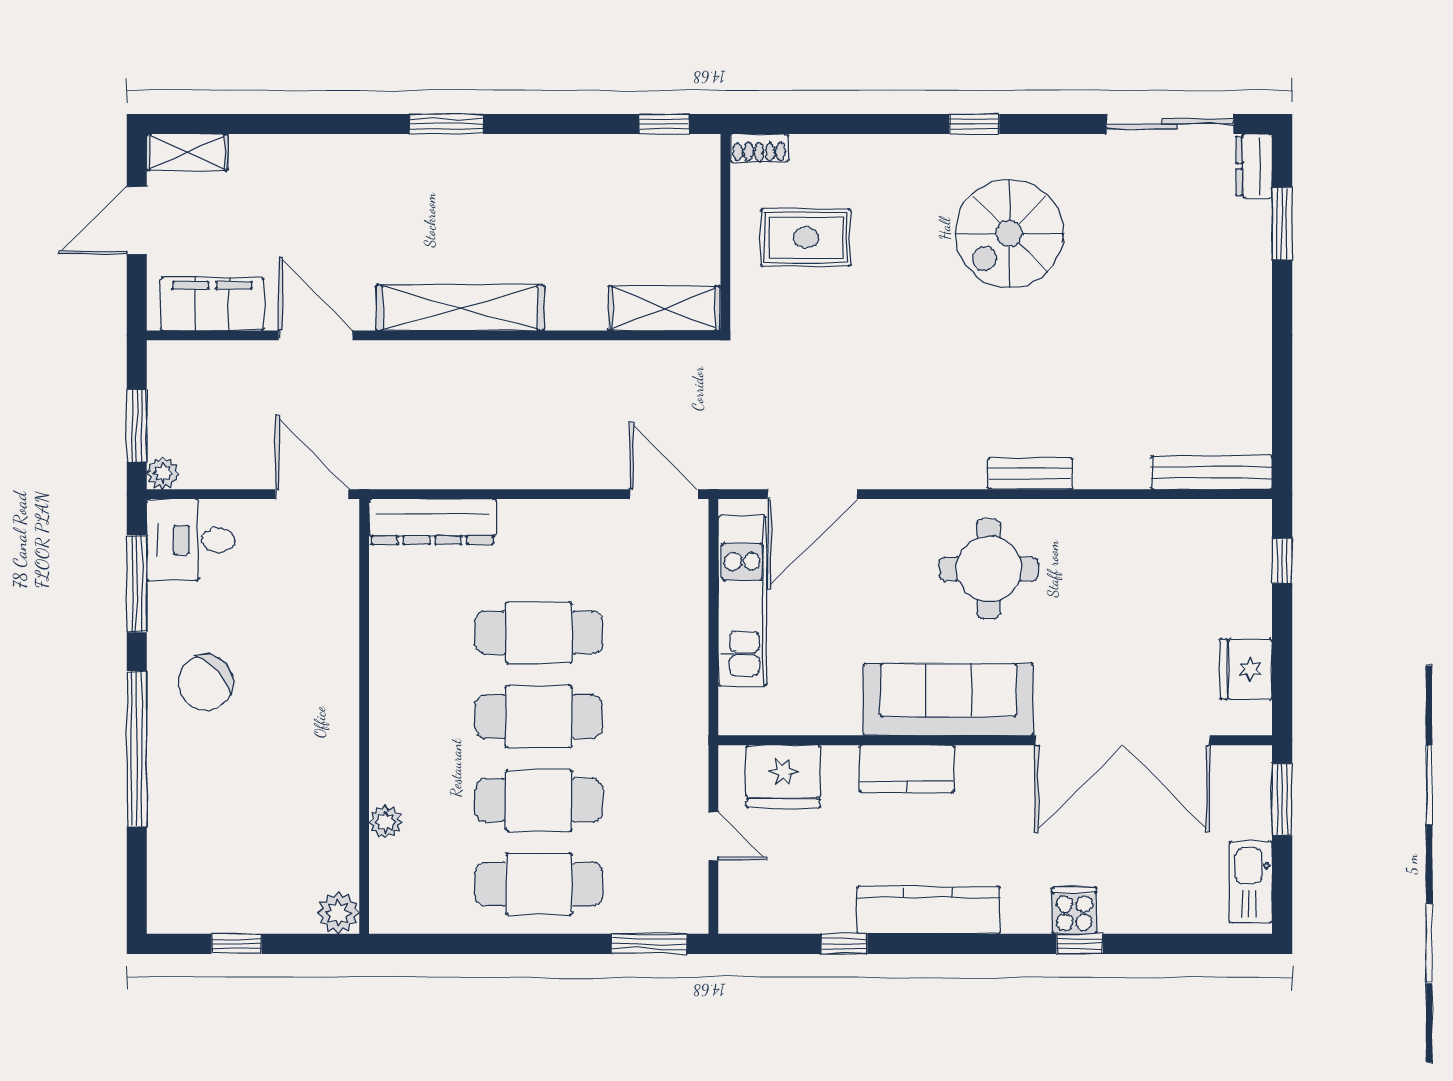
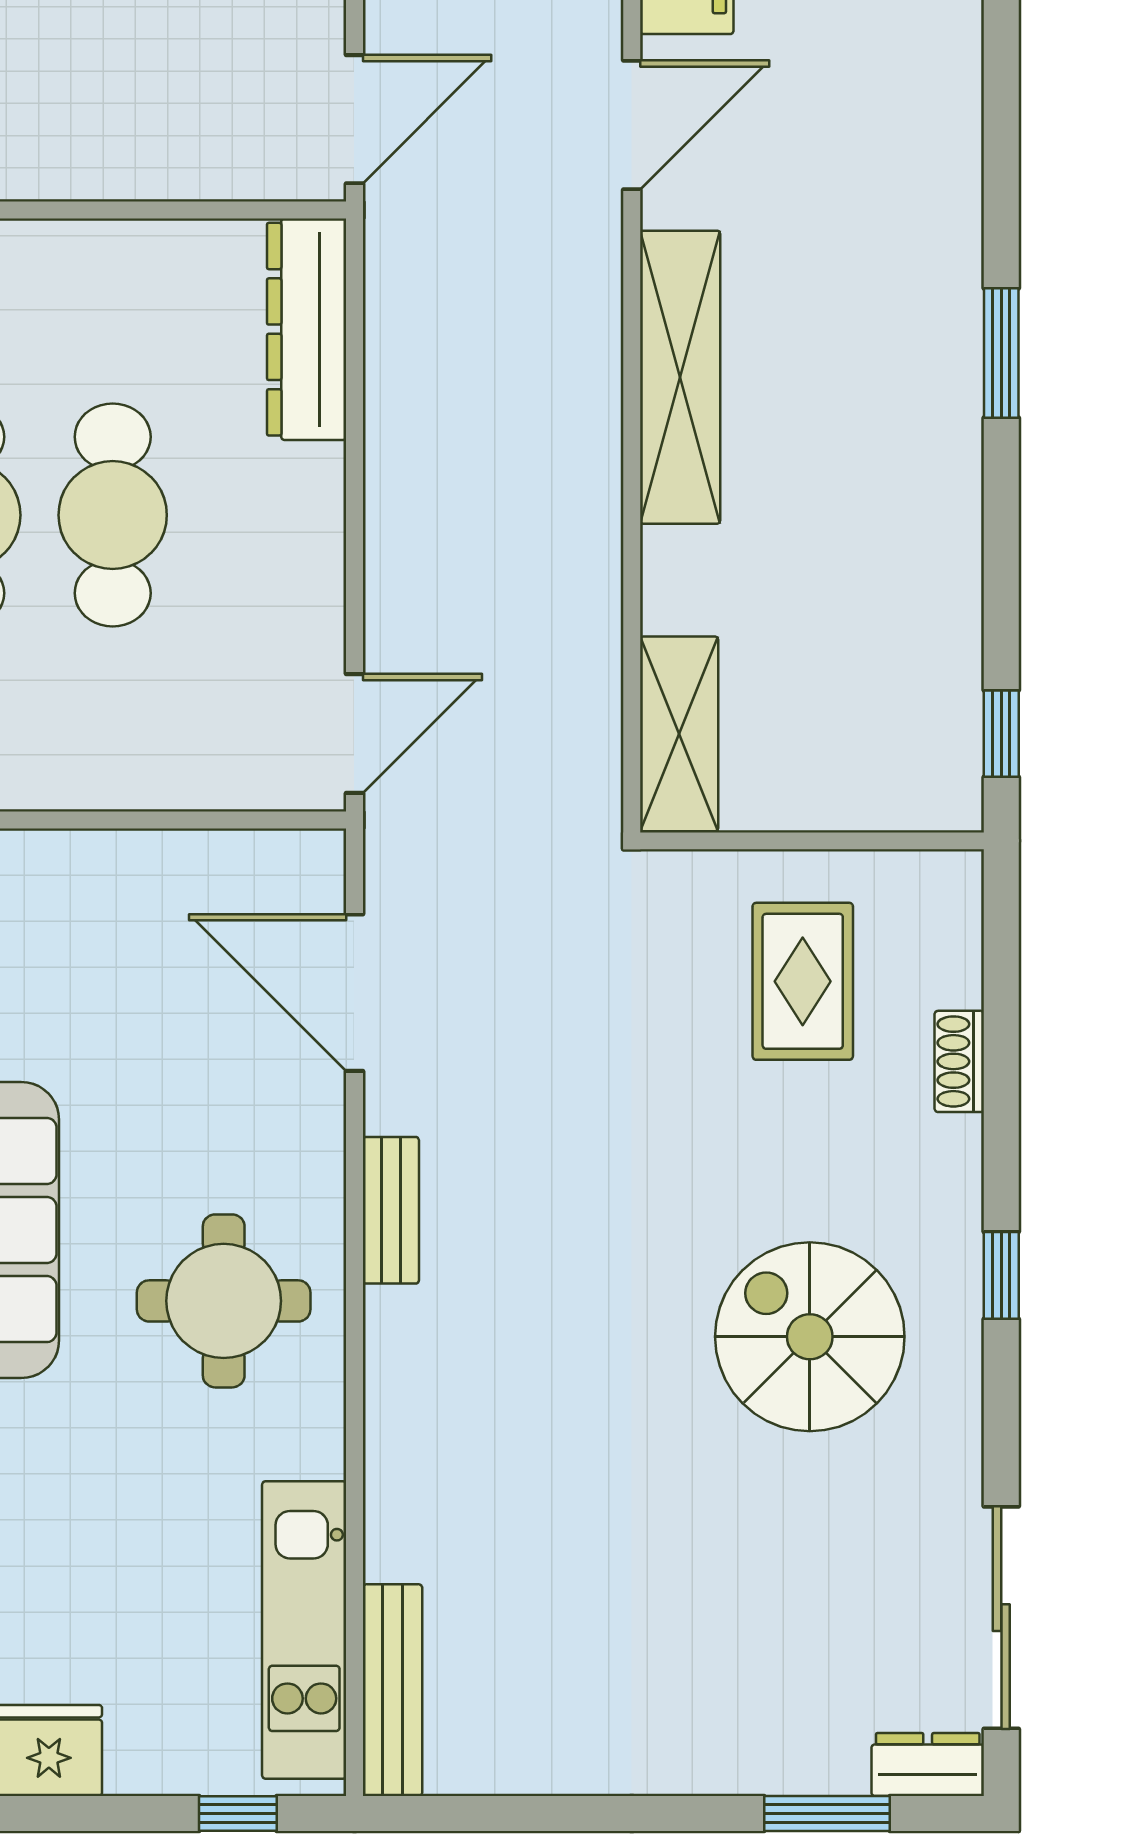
shoe rack: (759, 148) -> (959, 1061), moved
bench: (1030, 473) -> (391, 1210), moved
kitchen unit: (742, 601) -> (304, 1630), moved, turned 90

